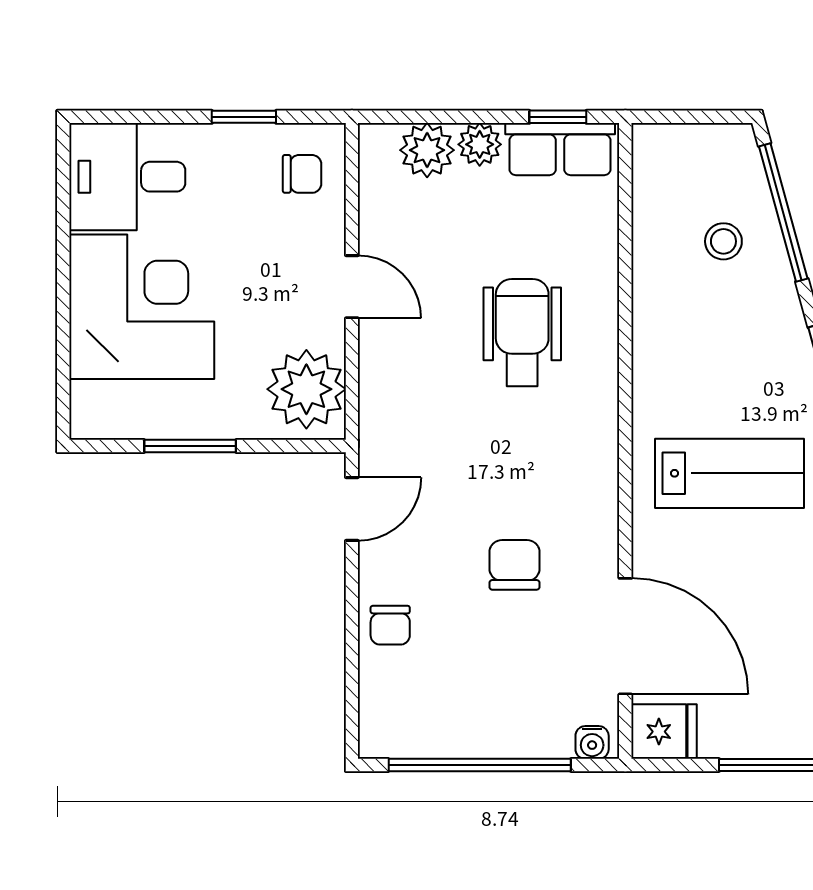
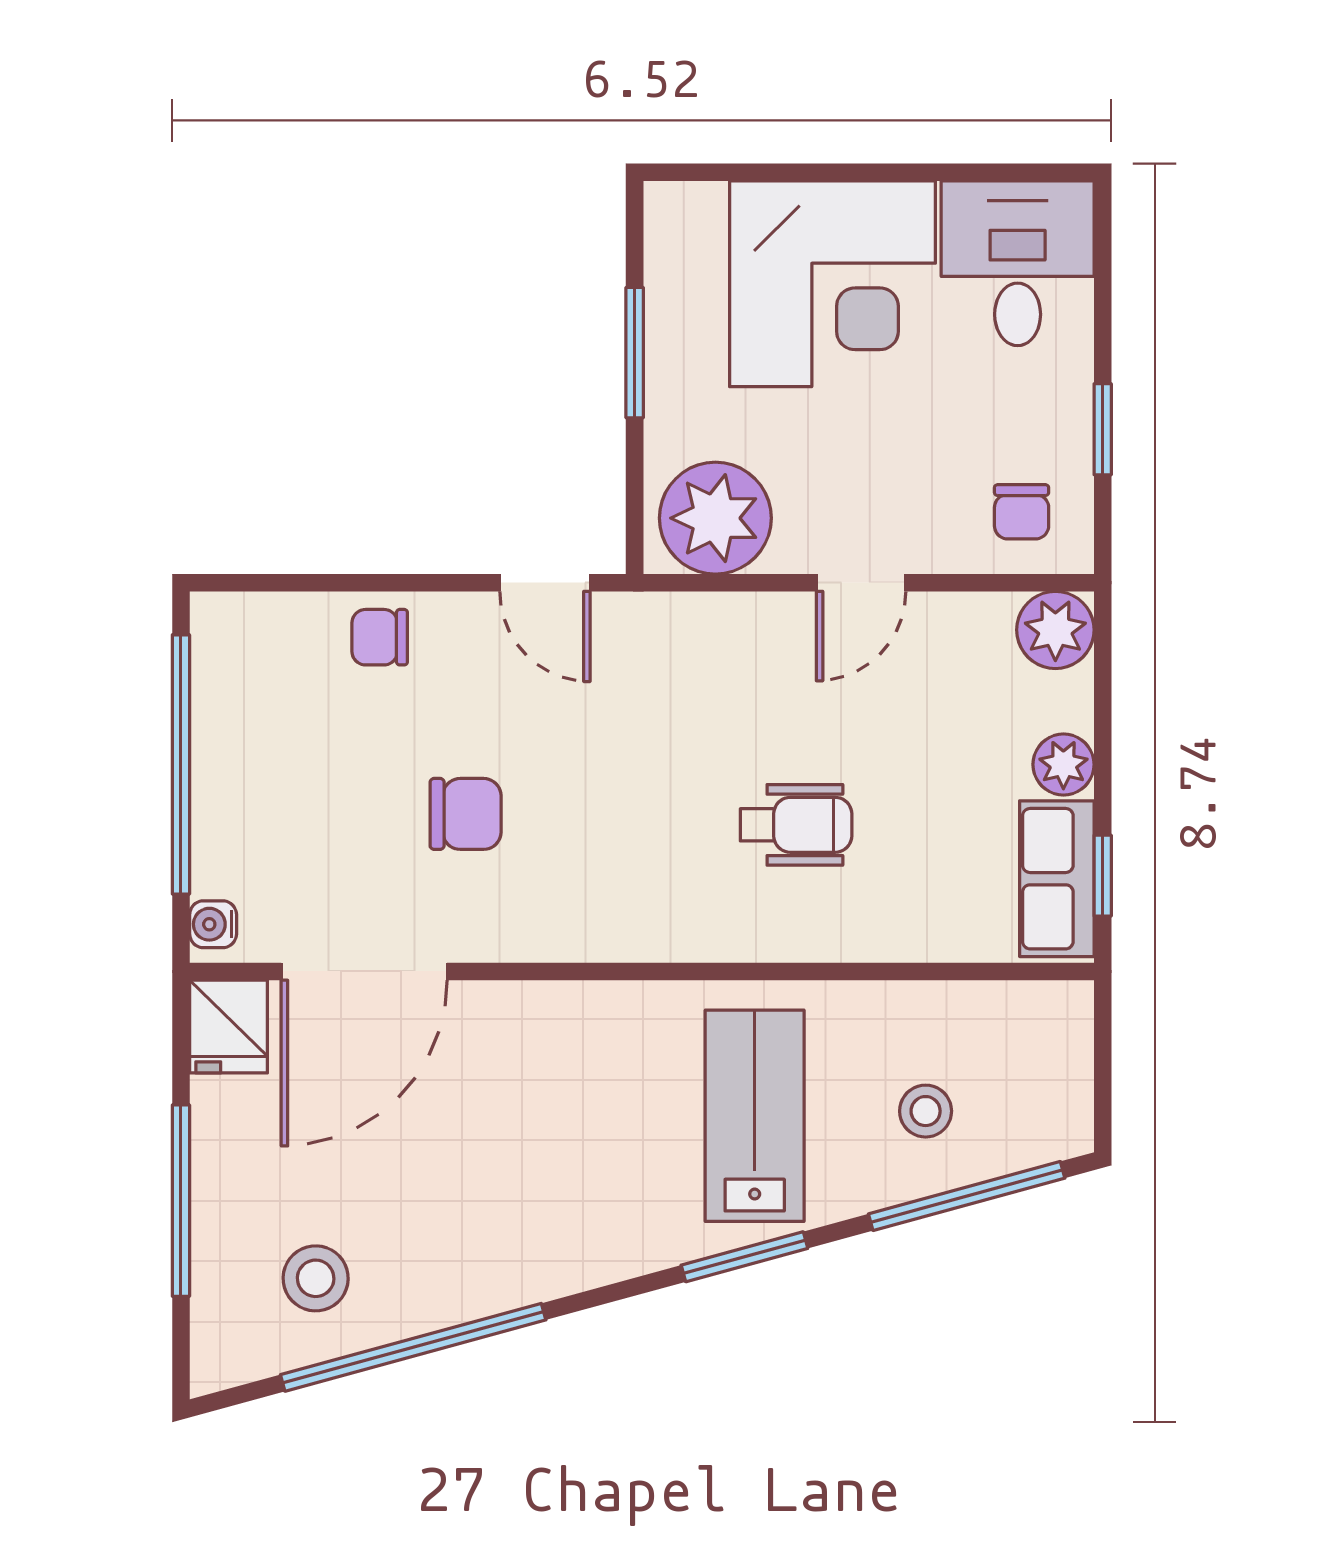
plant: (427, 150) -> (1055, 630), moved
wheelchair: (522, 332) -> (796, 825), width x0.73, depth x0.73
lab bench: (730, 473) -> (755, 1116), moved, turned 180

